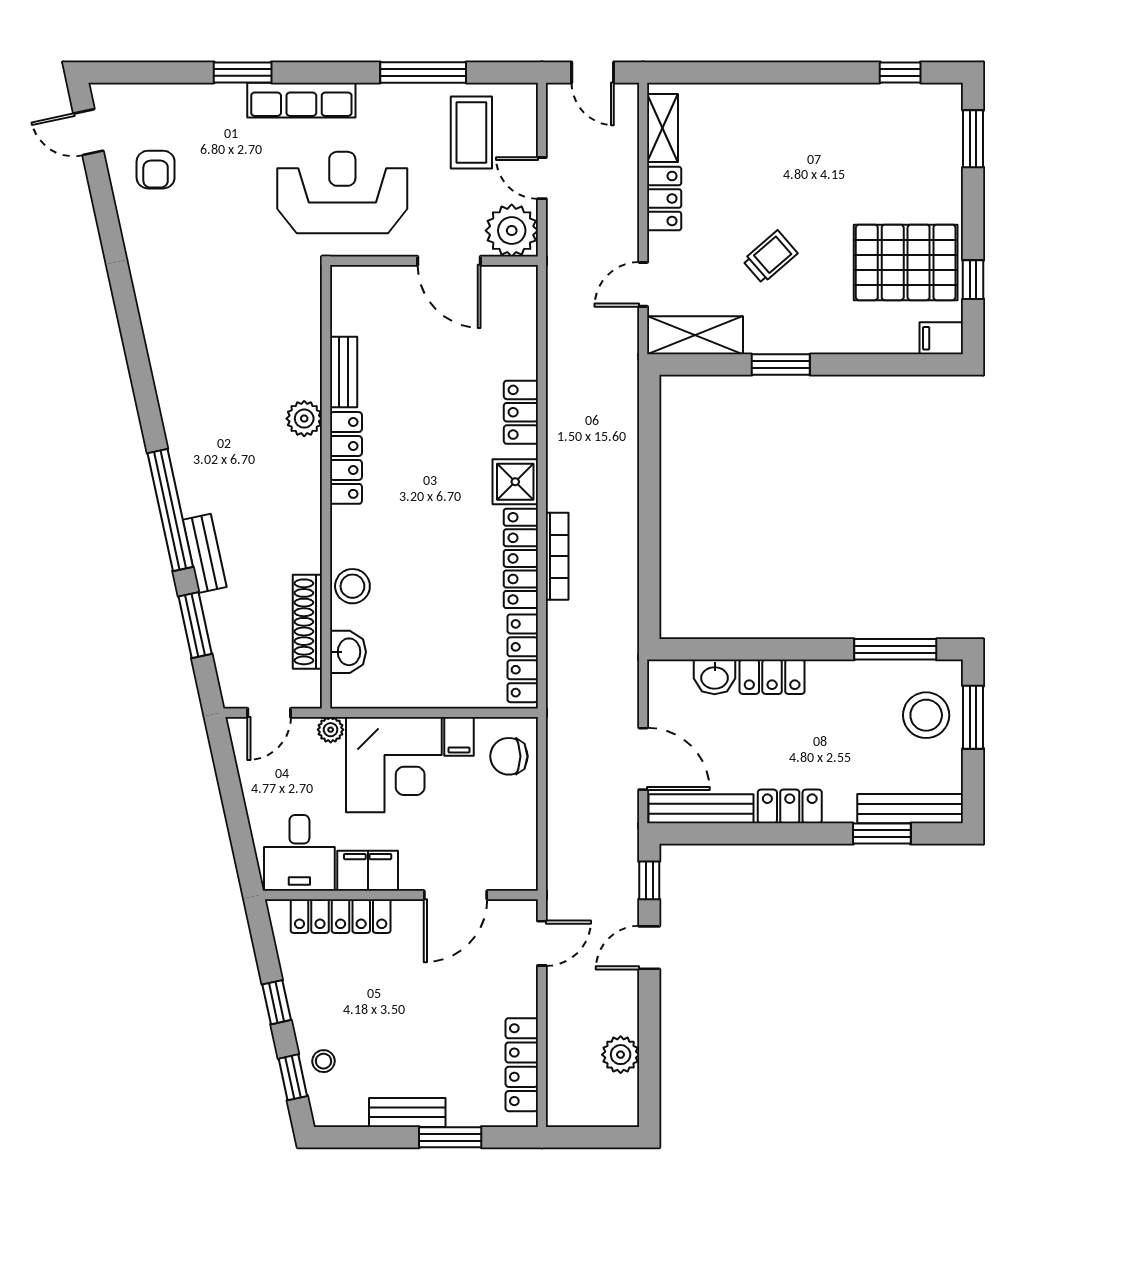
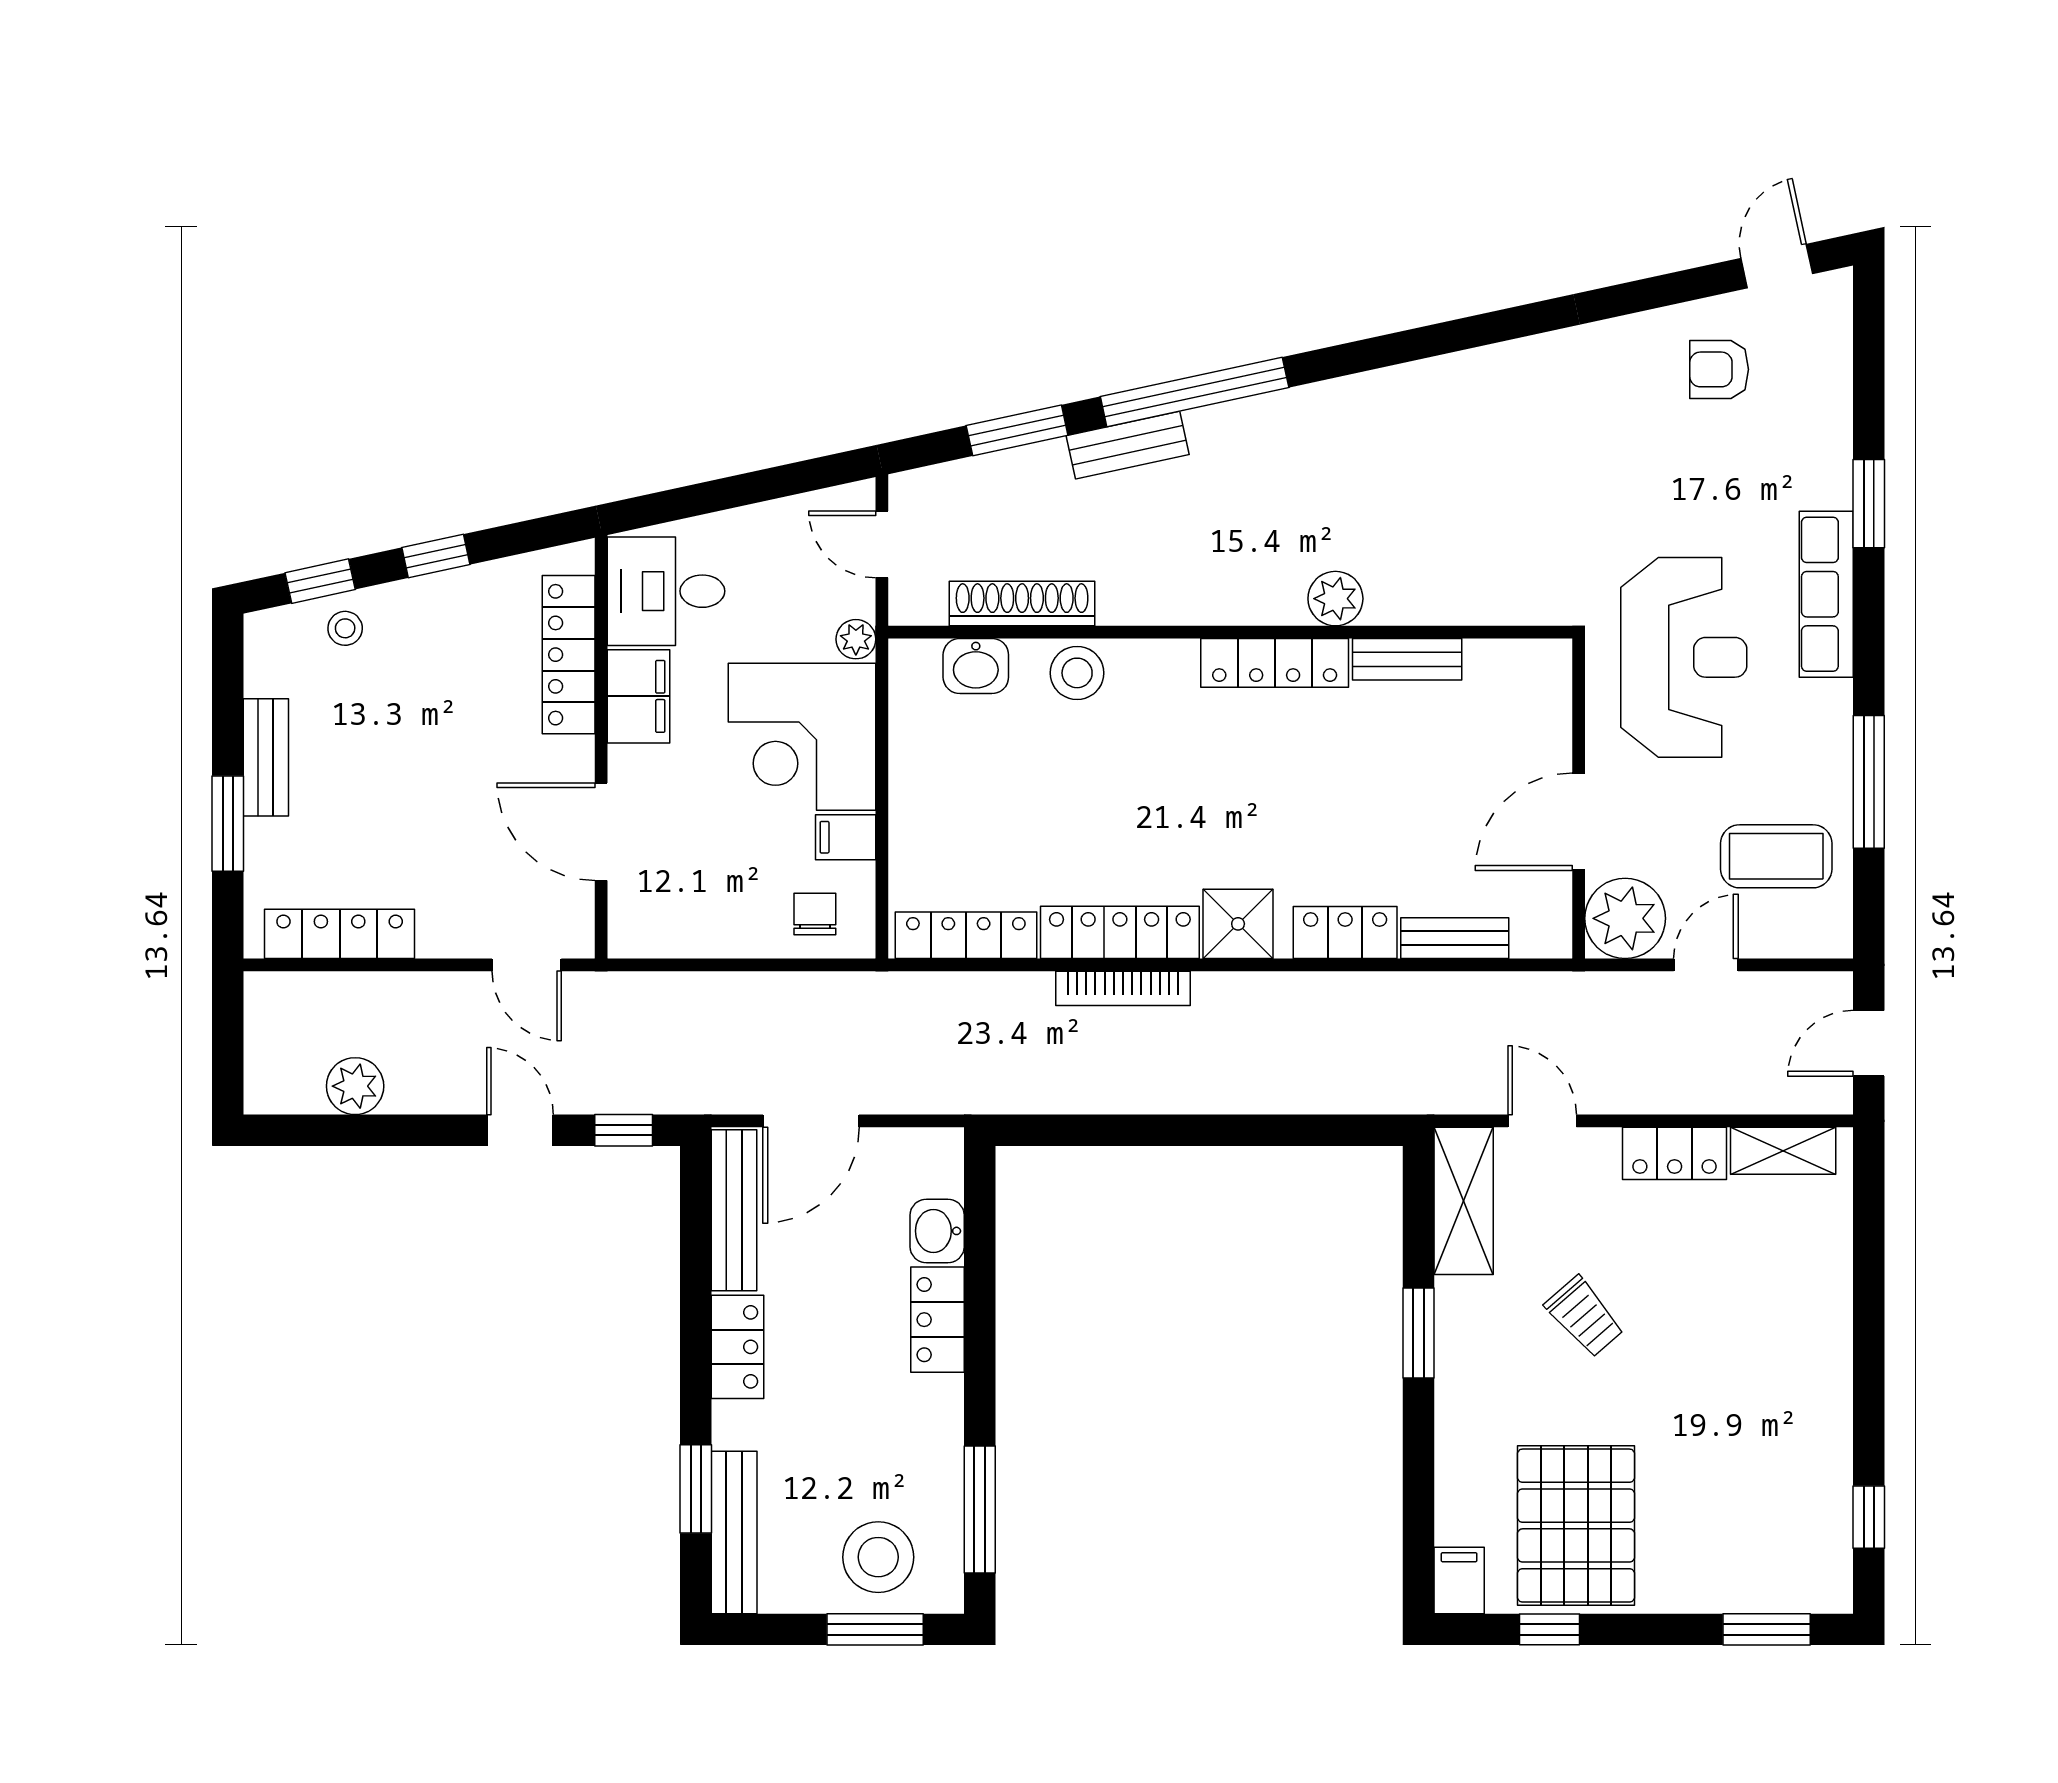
bench: (524, 341) -> (1455, 938), added
chair: (509, 756) -> (815, 914), width x0.73, depth x0.73

